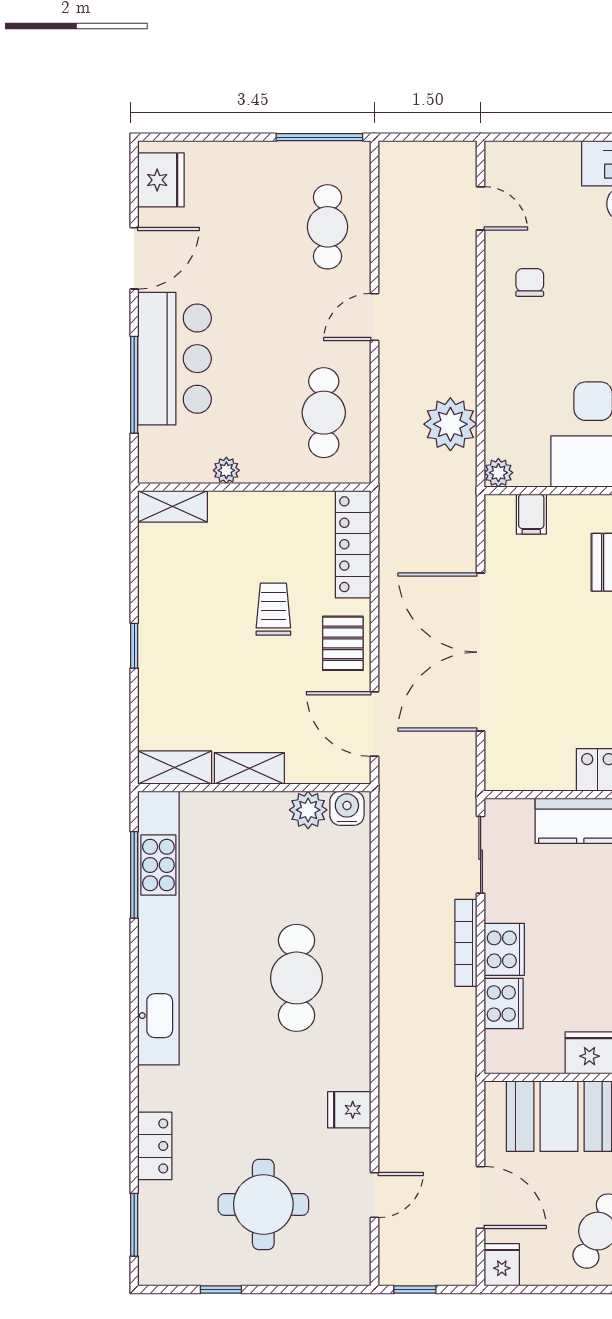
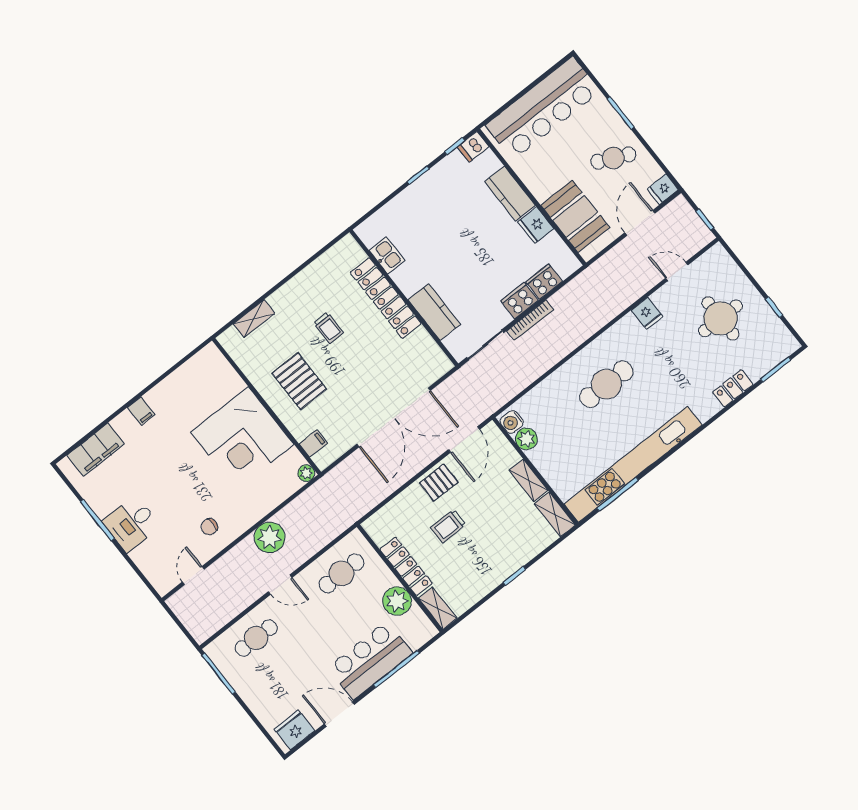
plant: (450, 424) -> (270, 537), moved
plant: (226, 470) -> (397, 601), width x1.87, depth x1.87
locker: (353, 544) -> (406, 566), moved, turned -90

